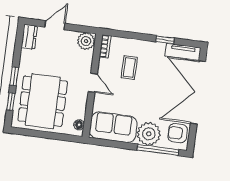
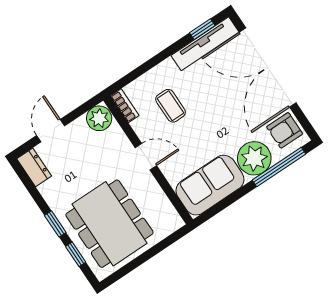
window: (165, 40) -> (202, 29), moved
tv unit: (183, 52) -> (205, 44), width x1.41
floor lamp: (79, 125) -> (171, 215), removed

